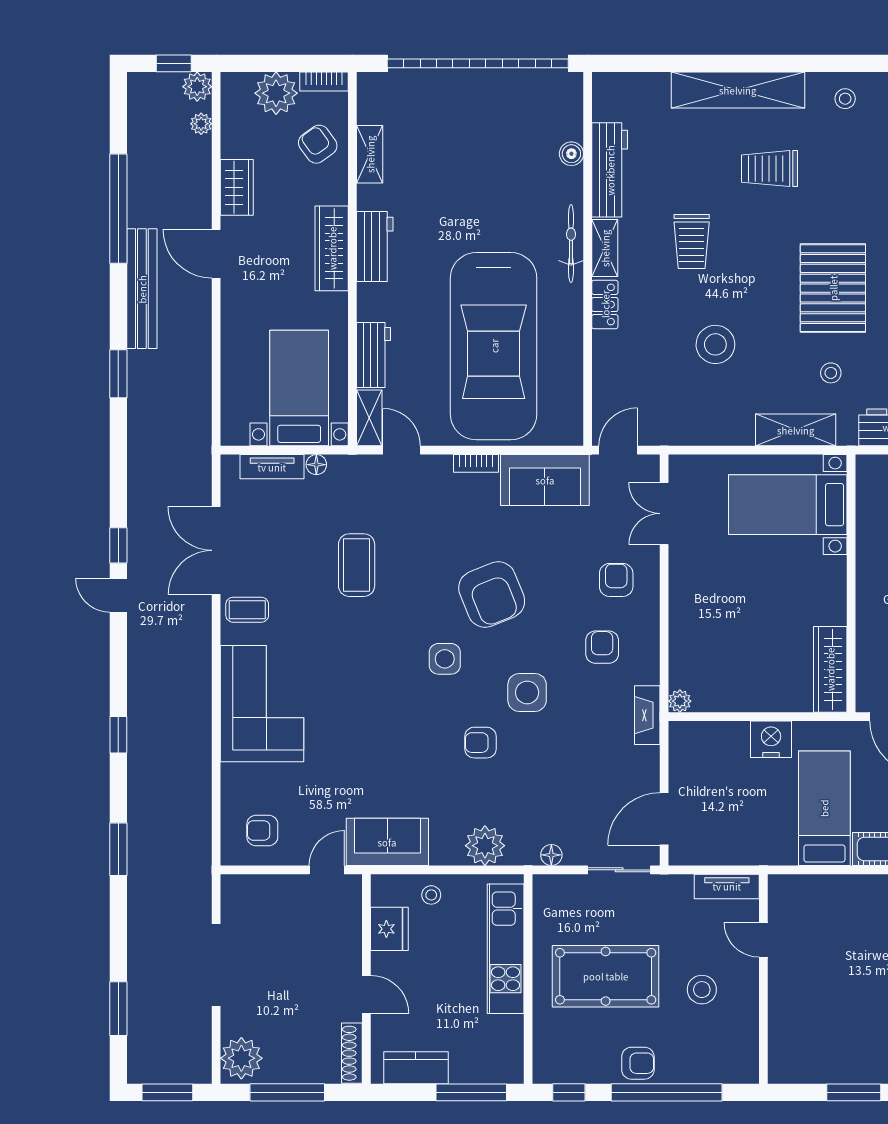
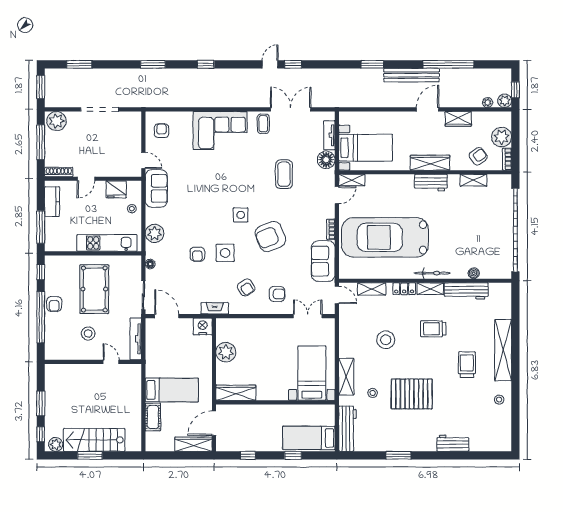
workbench: (373, 355) -> (381, 182), removed
shelving: (605, 375) -> (372, 289), added
floor lamp: (316, 465) -> (326, 160), width x1.89, depth x1.89
coffee table: (357, 565) -> (284, 174), turned 90
armchair: (602, 647) -> (246, 287), turned 57
plant: (680, 701) -> (226, 352), moved, width x1.87, depth x1.87
nightstand: (771, 739) -> (203, 326), moved, turned -90
armchair: (480, 743) -> (197, 254), moved, turned 180
tv unit: (727, 886) -> (136, 339), width x1.41
door: (763, 940) -> (111, 362), hinge flipped

